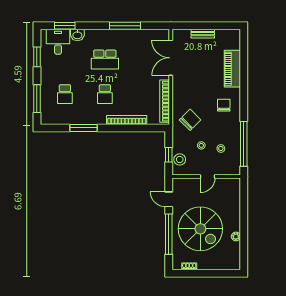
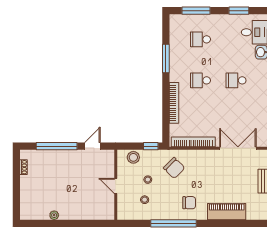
school desk: (105, 60) -> (236, 80), width x0.54
window: (244, 144) -> (174, 223), moved
window: (169, 155) -> (151, 146), moved
spiral stairs: (200, 229) -> (62, 179), removed

